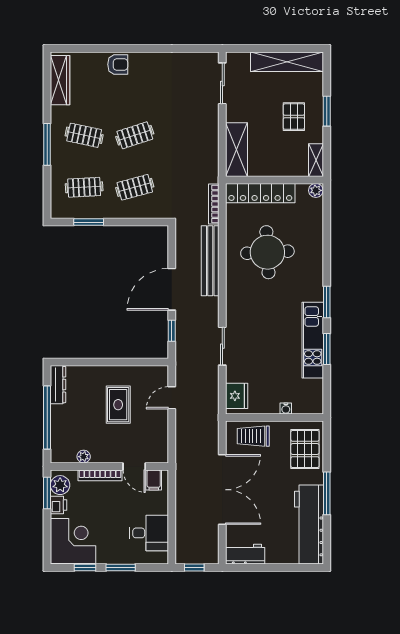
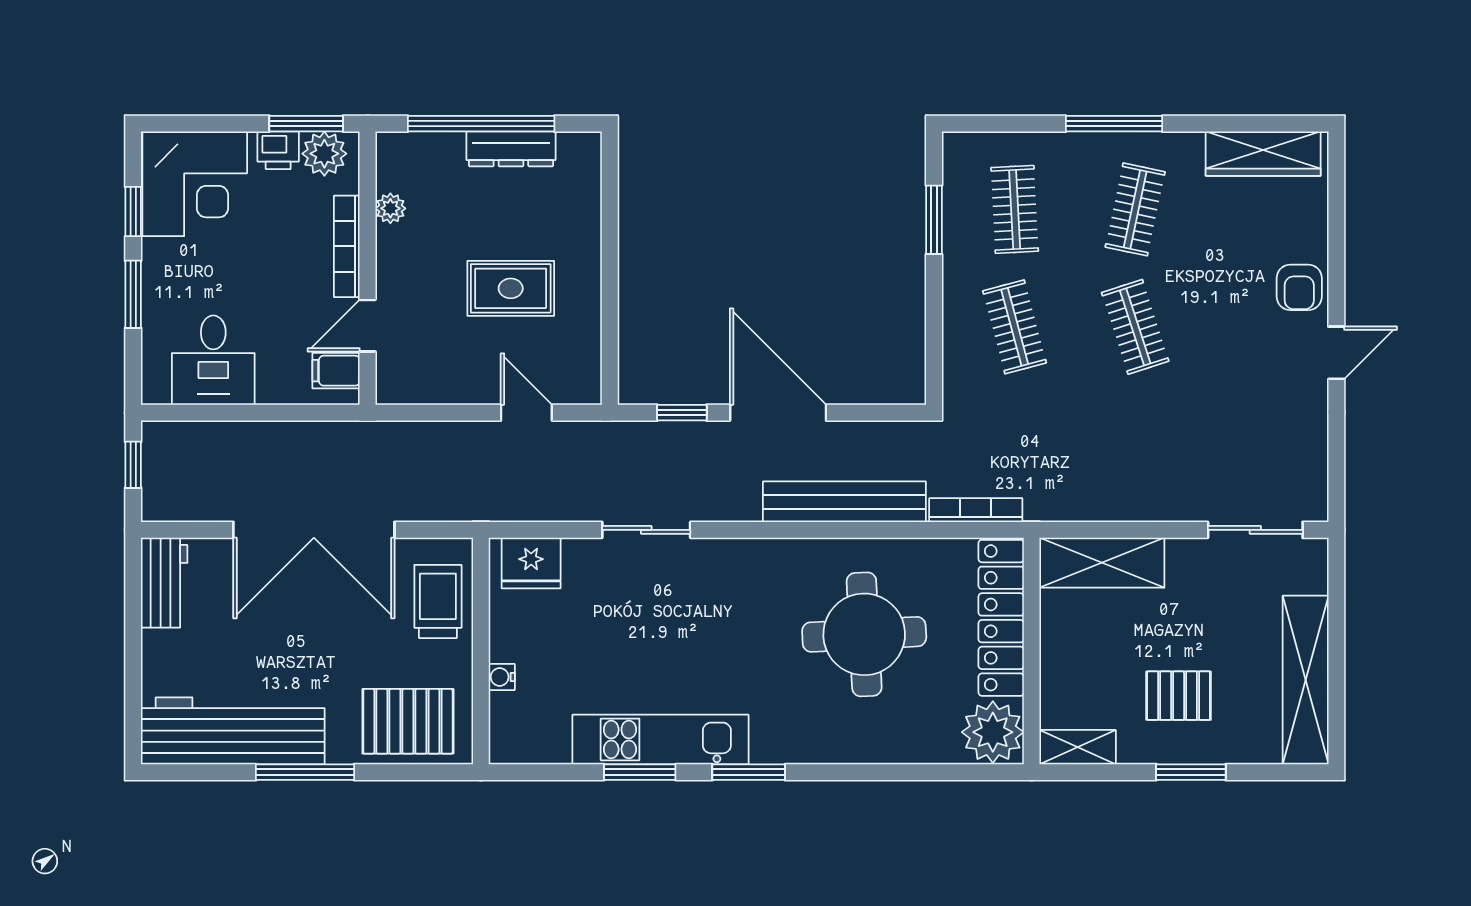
door: (146, 48) -> (1336, 353), added
plant: (316, 190) -> (993, 732), width x1.88, depth x1.88
dresser: (58, 385) -> (511, 149), moved

